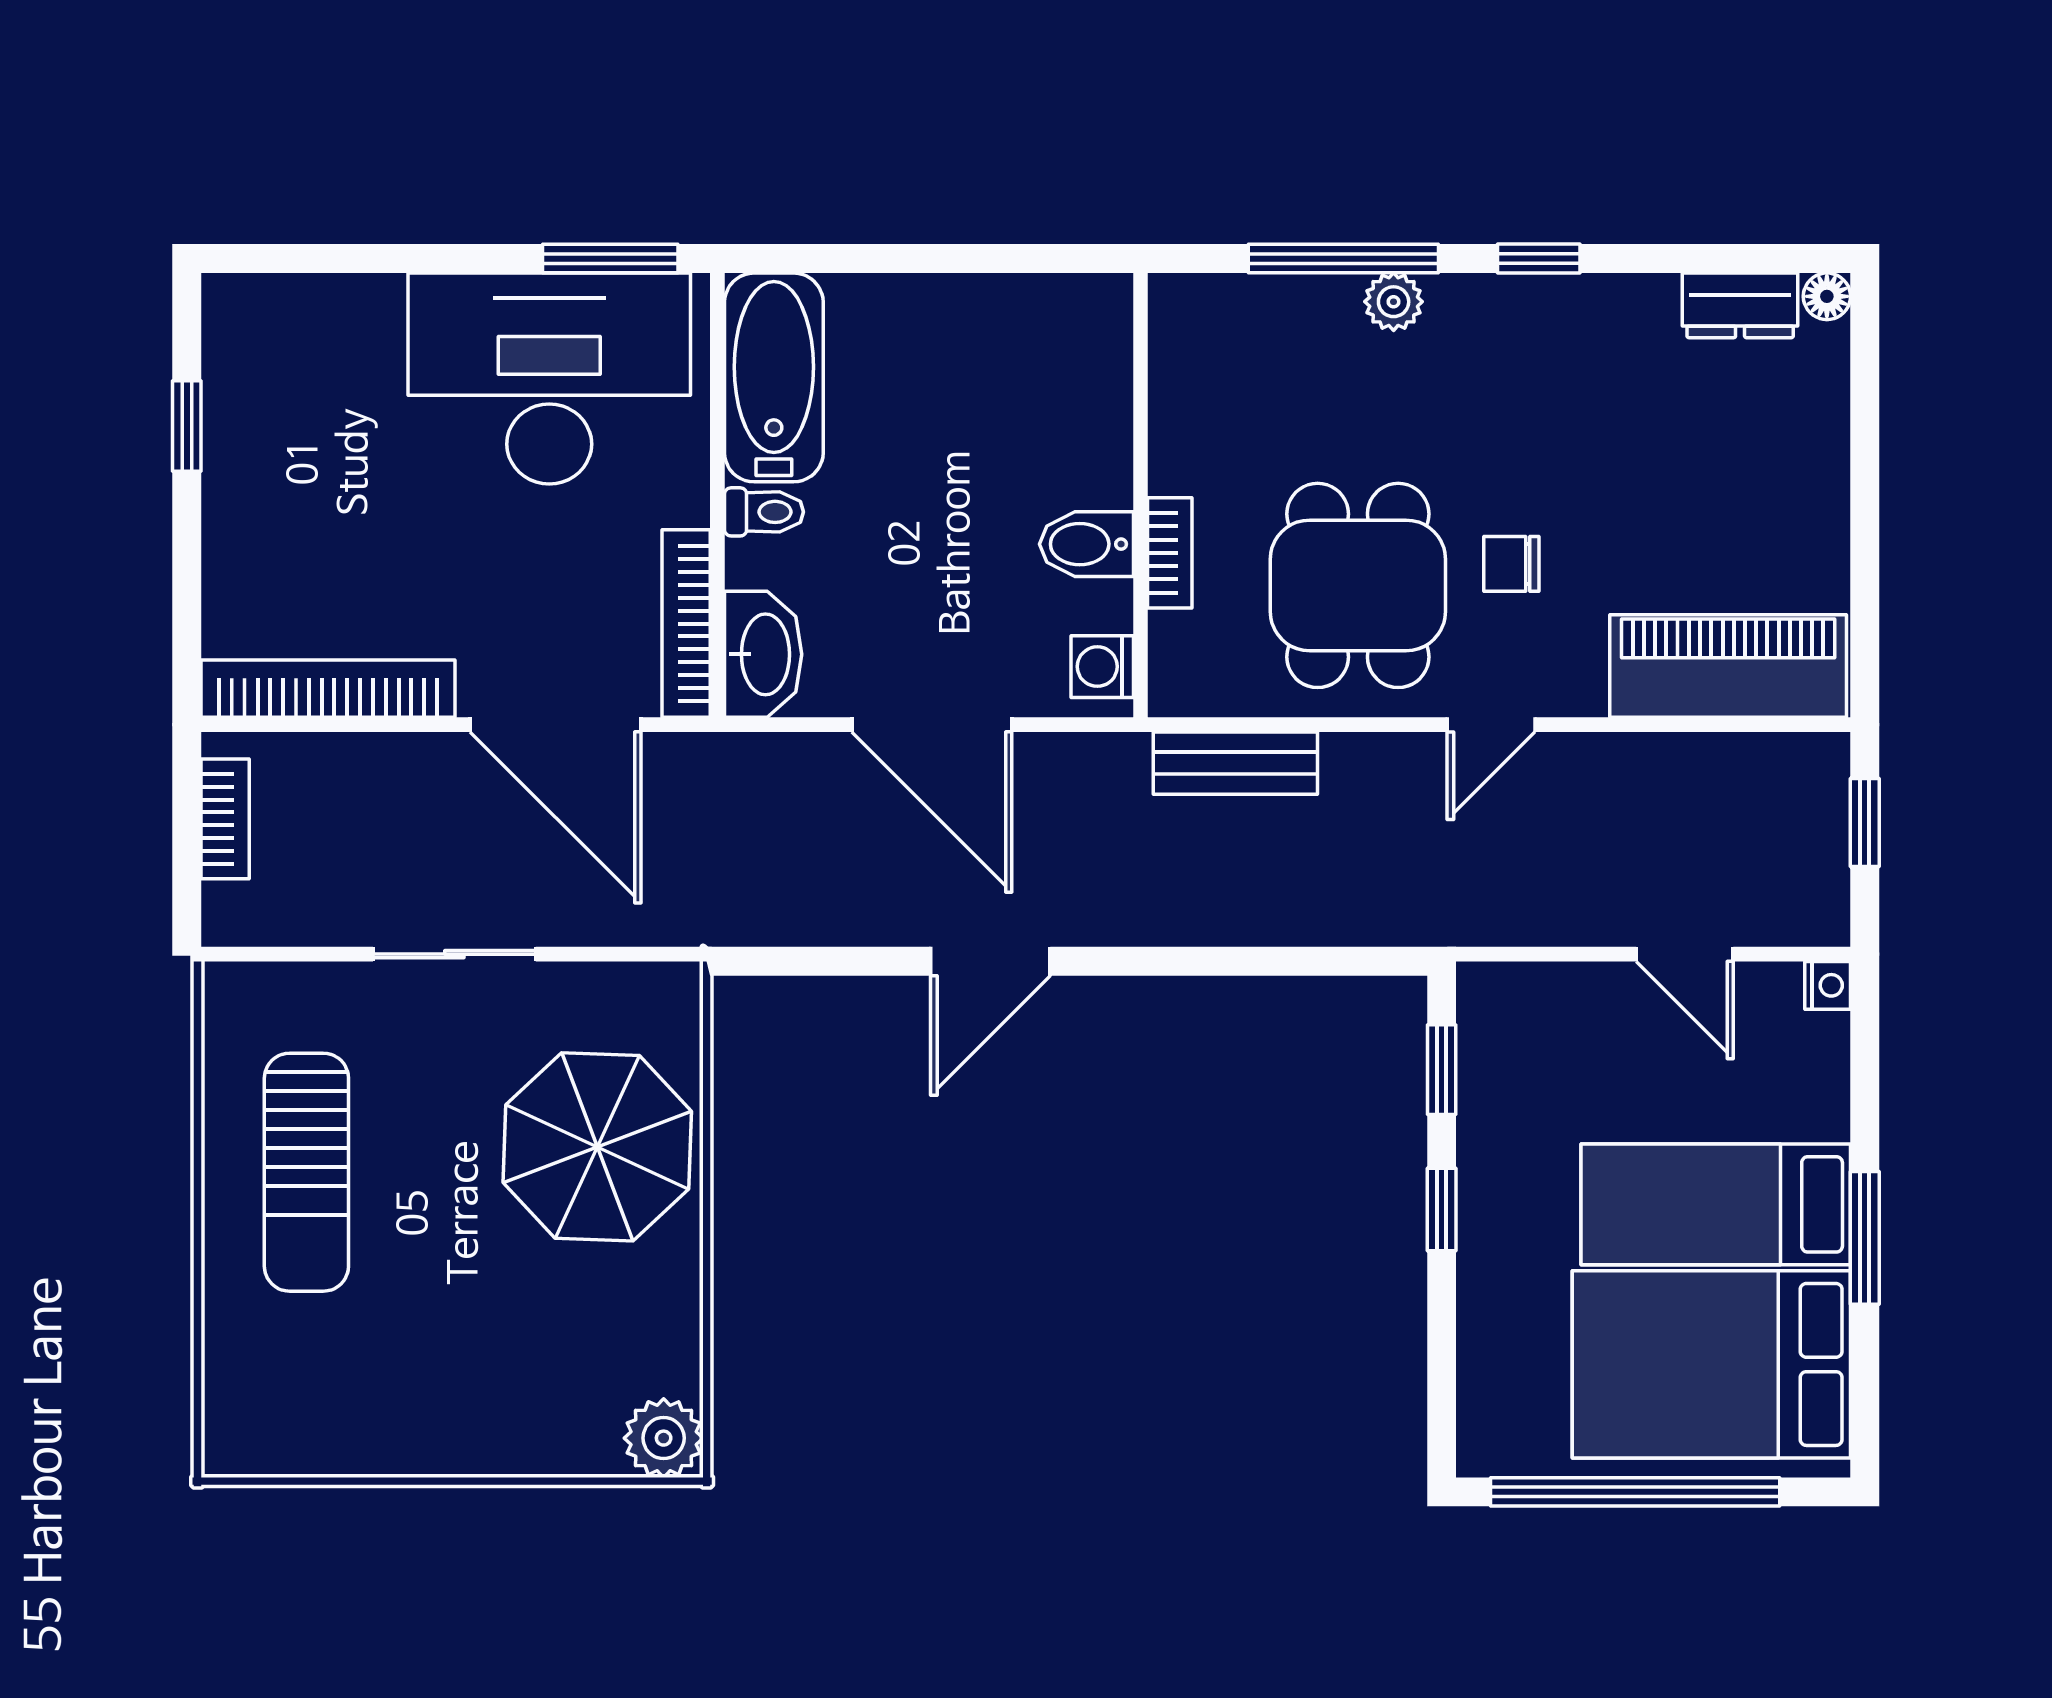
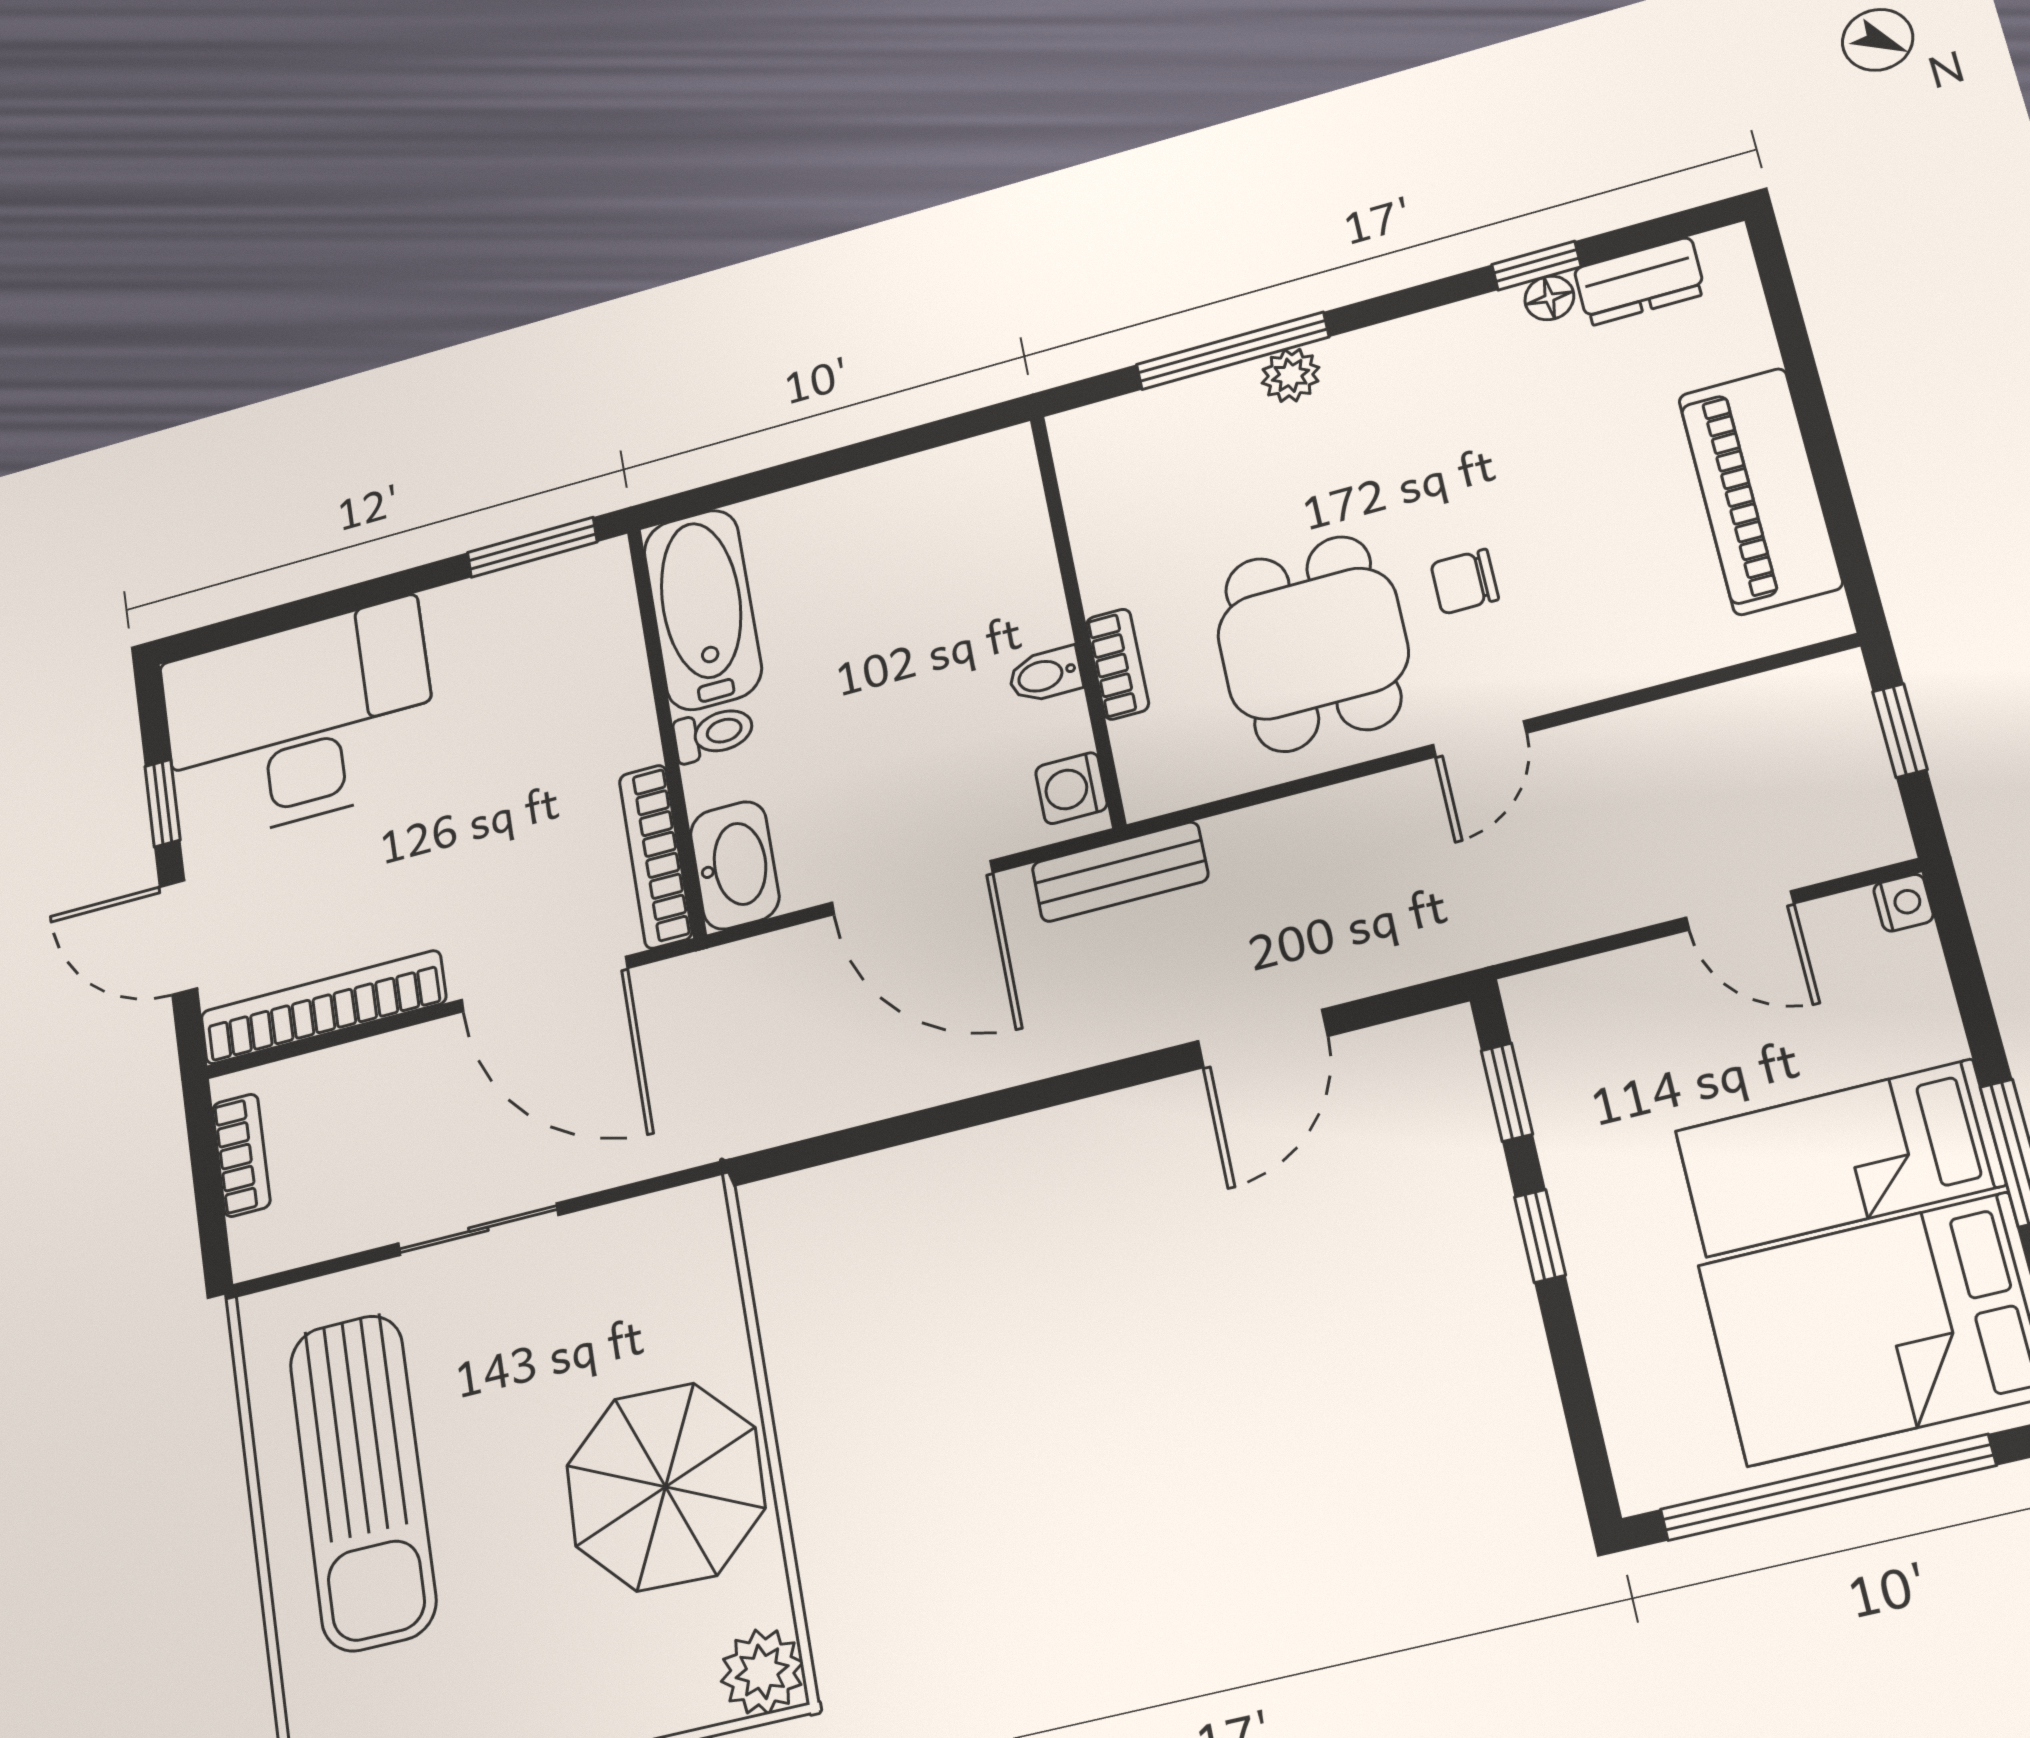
window: (1539, 259) -> (1536, 266), moved
floor lamp: (1827, 296) -> (1549, 298), moved
desk: (549, 379) -> (300, 722), moved
bidet: (1086, 544) -> (1045, 675), width x0.72, depth x0.74
door: (187, 575) -> (178, 937), added
piano: (1728, 666) -> (1760, 491), moved, turned -90
bench: (1235, 763) -> (1120, 872), moved
door: (990, 961) -> (1263, 1039), moved
parasol: (597, 1147) -> (665, 1487), moved
sun lounger: (306, 1172) -> (363, 1482), width x1.36, depth x1.34

